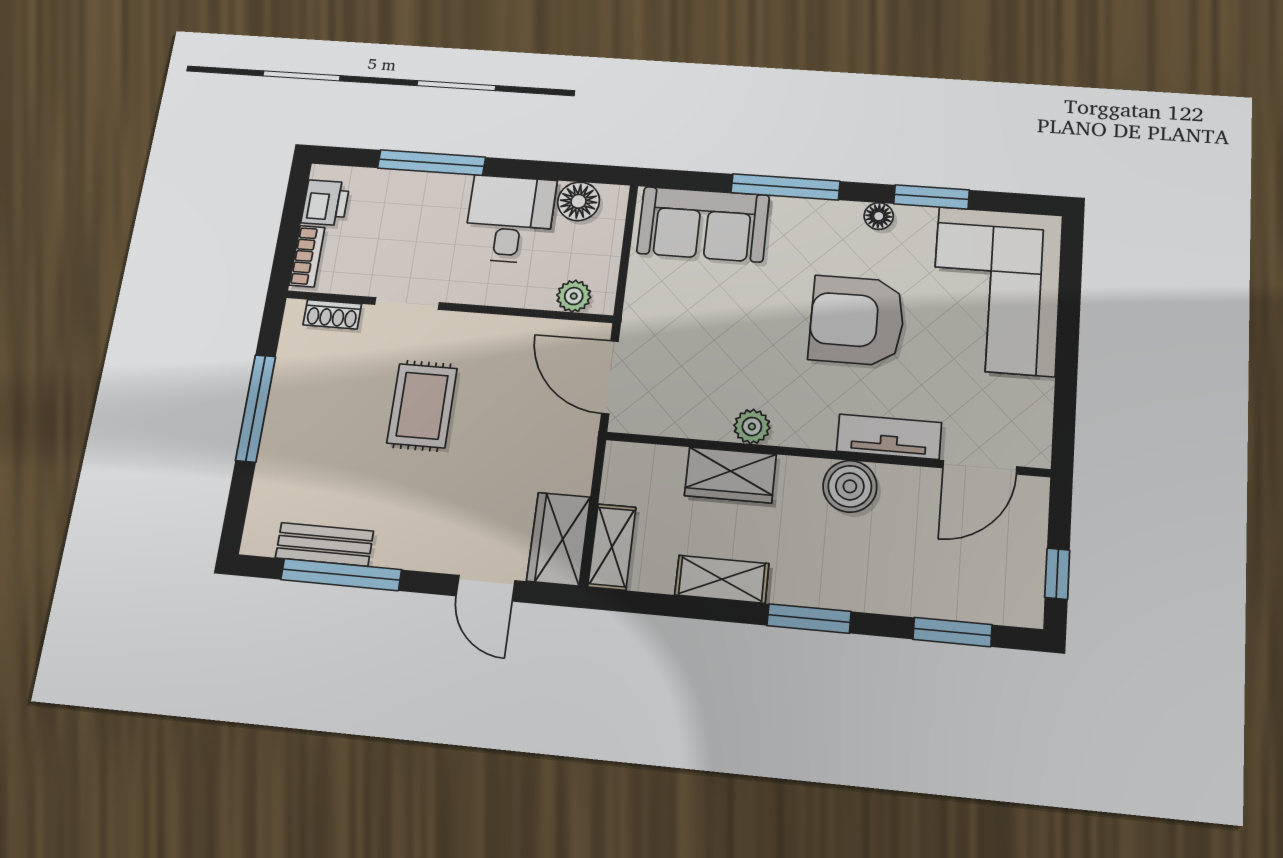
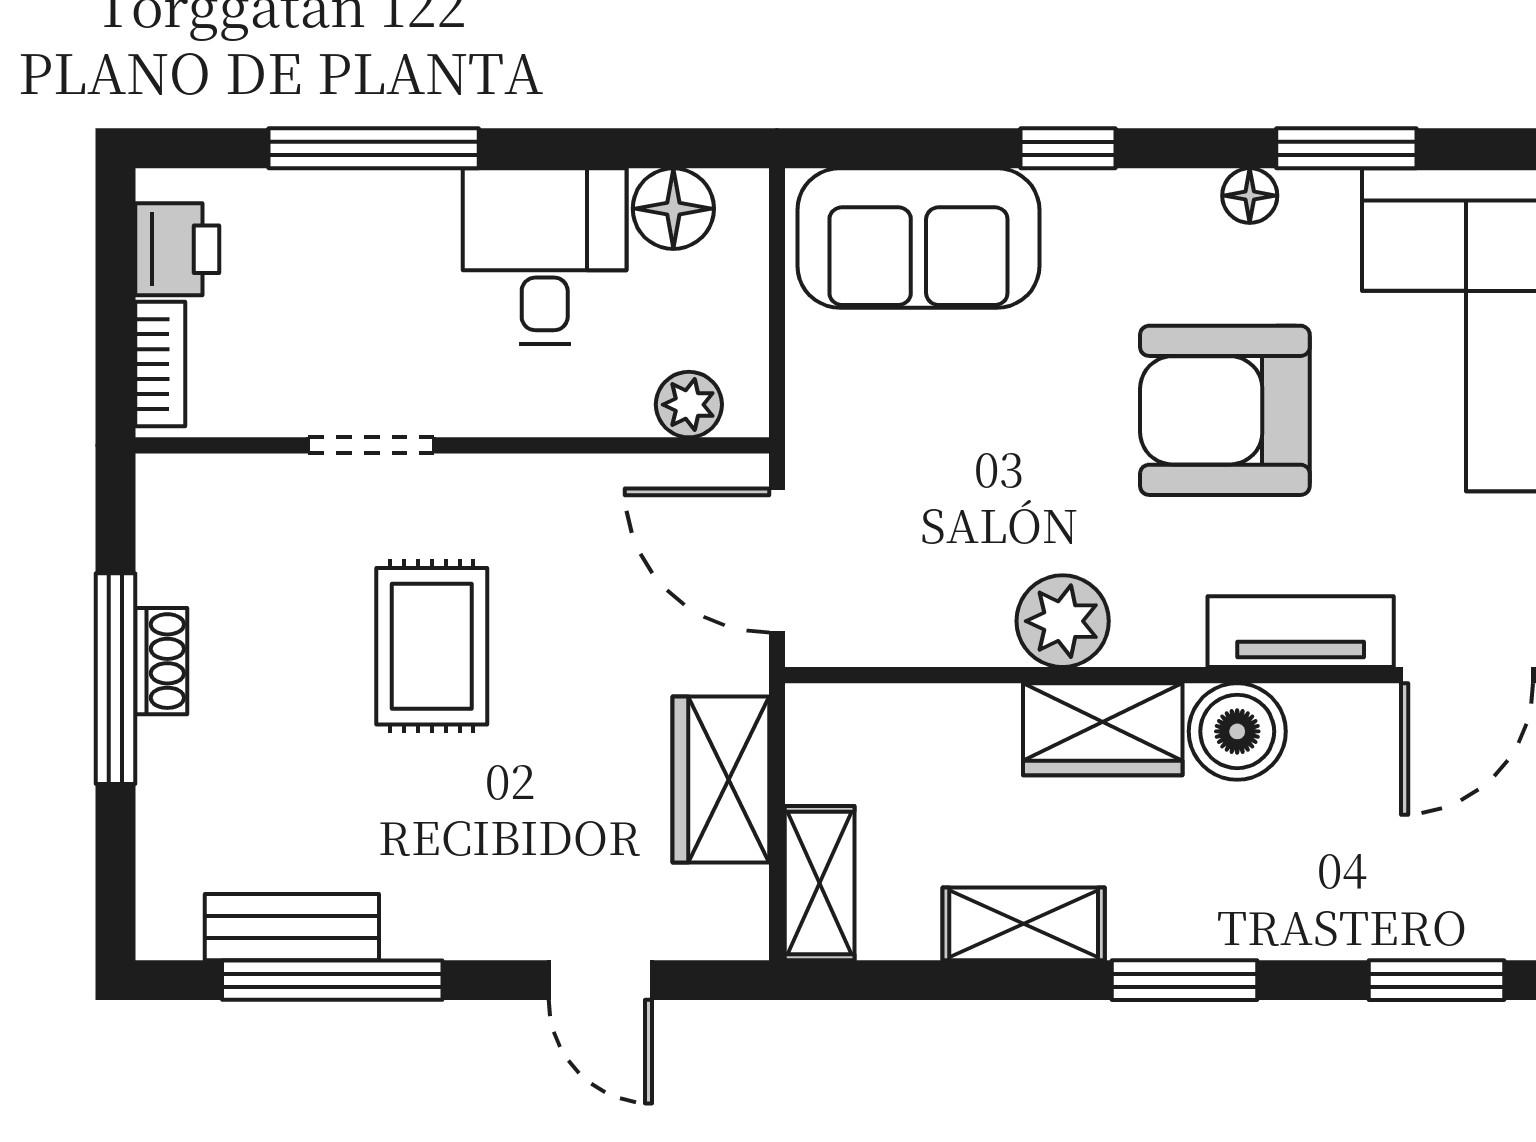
window: (785, 187) -> (1068, 148), width x0.46
shoe rack: (332, 314) -> (161, 661), moved, turned -90
plant: (752, 427) -> (1063, 621), width x1.38, depth x1.38
wardrobe: (730, 475) -> (1103, 729), moved
wardrobe: (559, 539) -> (721, 780), moved

